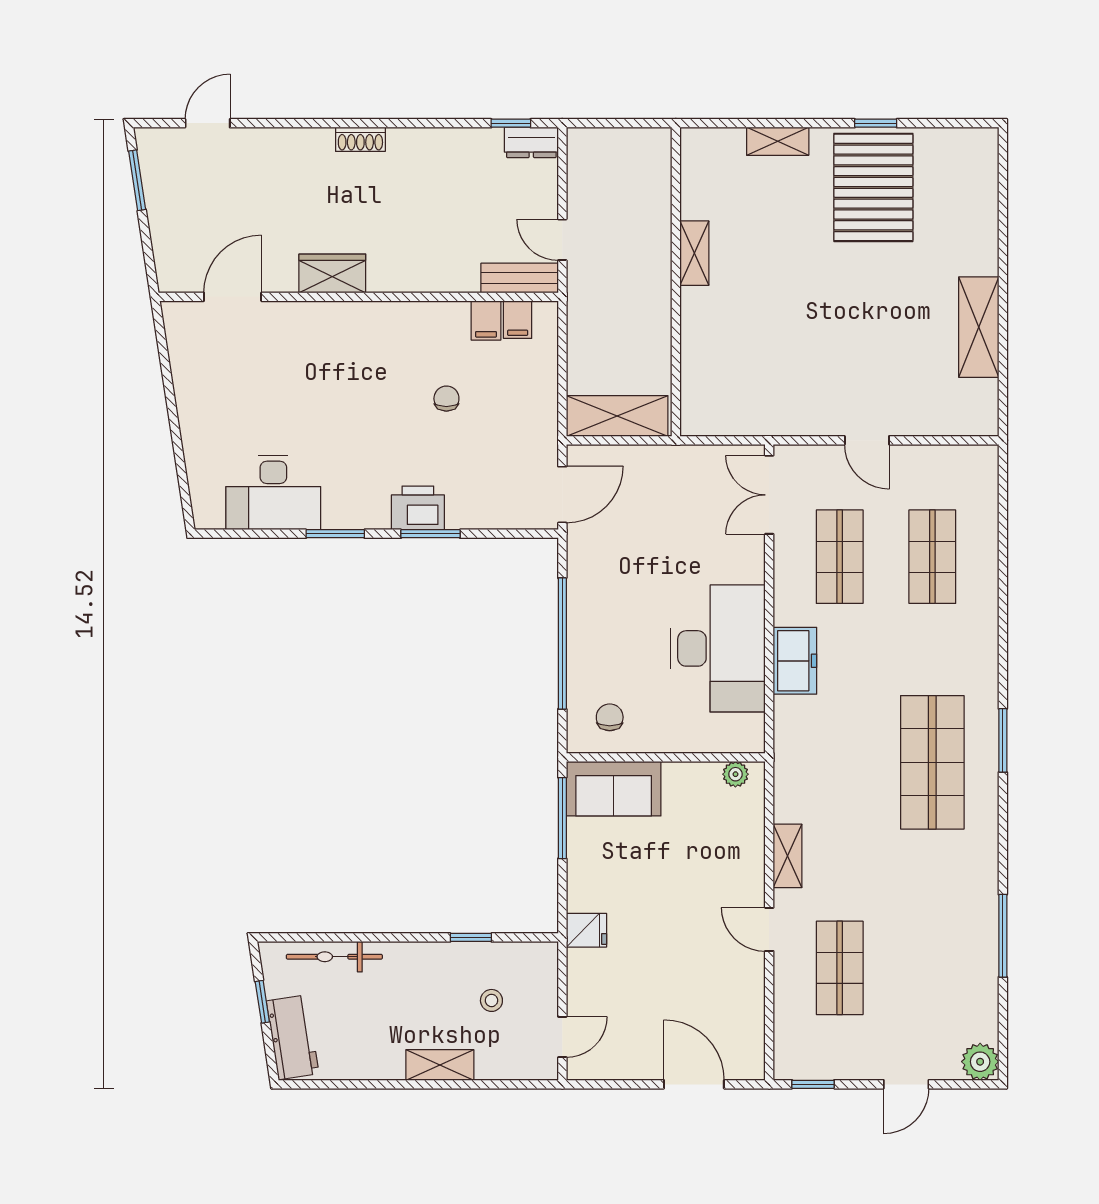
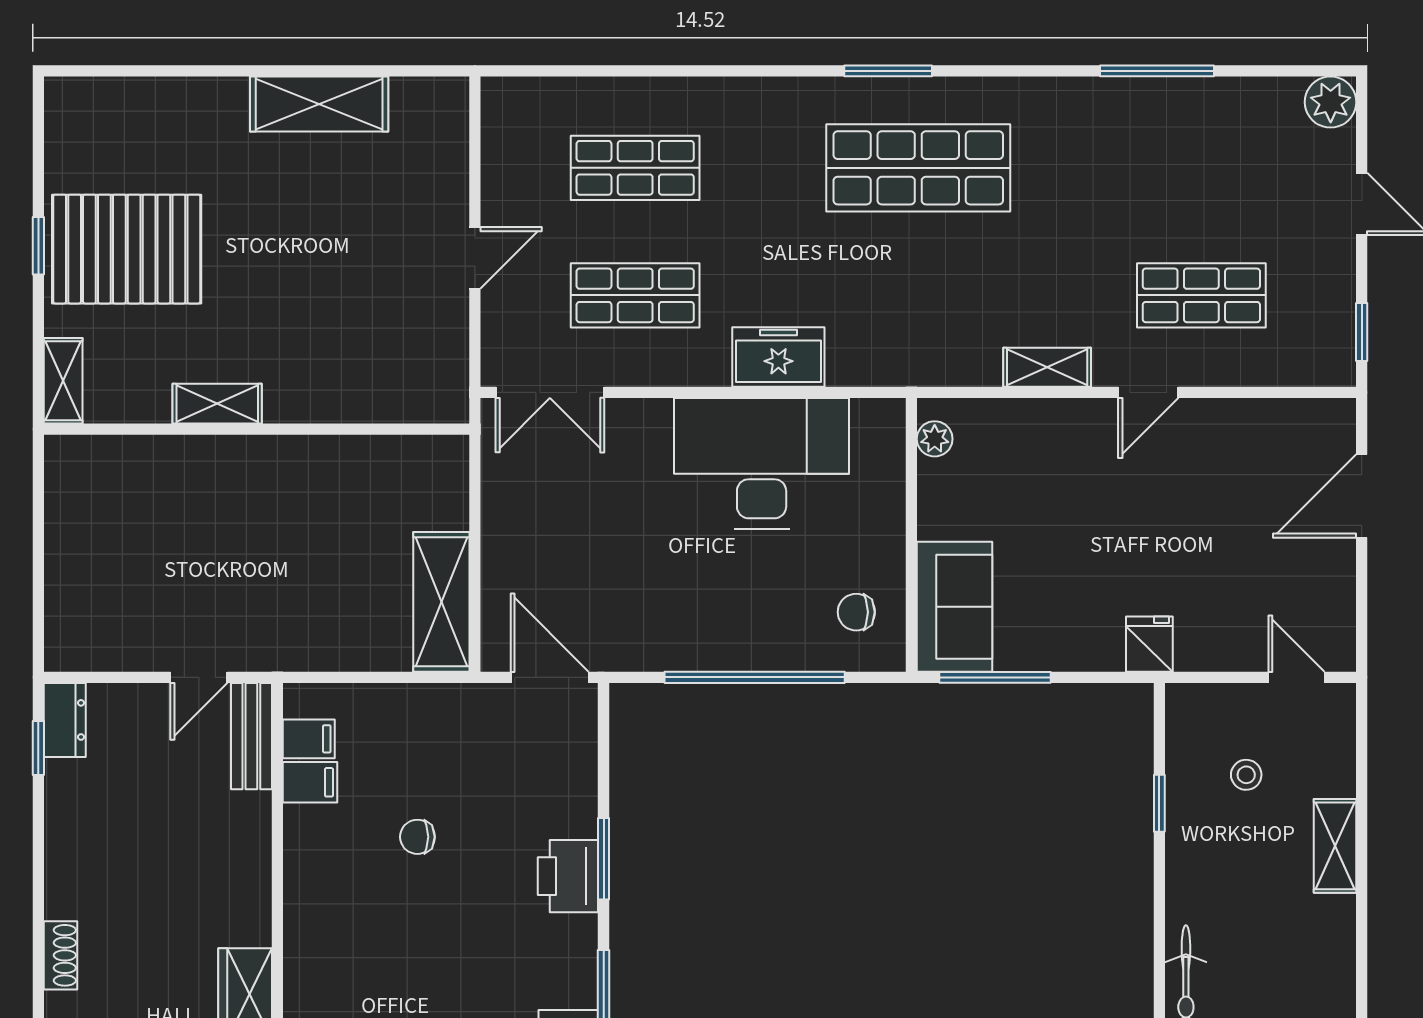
shelving: (694, 253) -> (217, 404), moved
wall: (676, 282) -> (257, 429), moved

